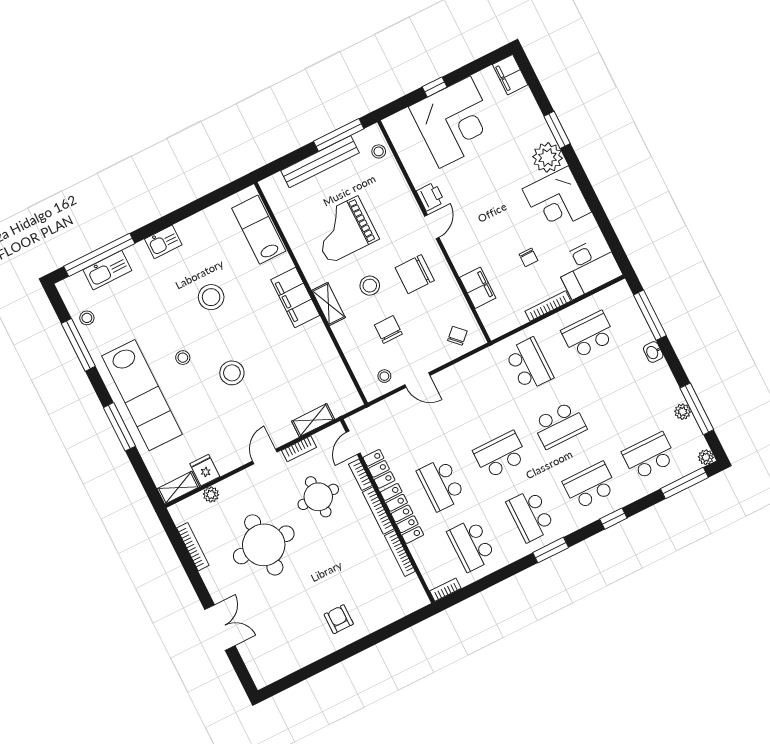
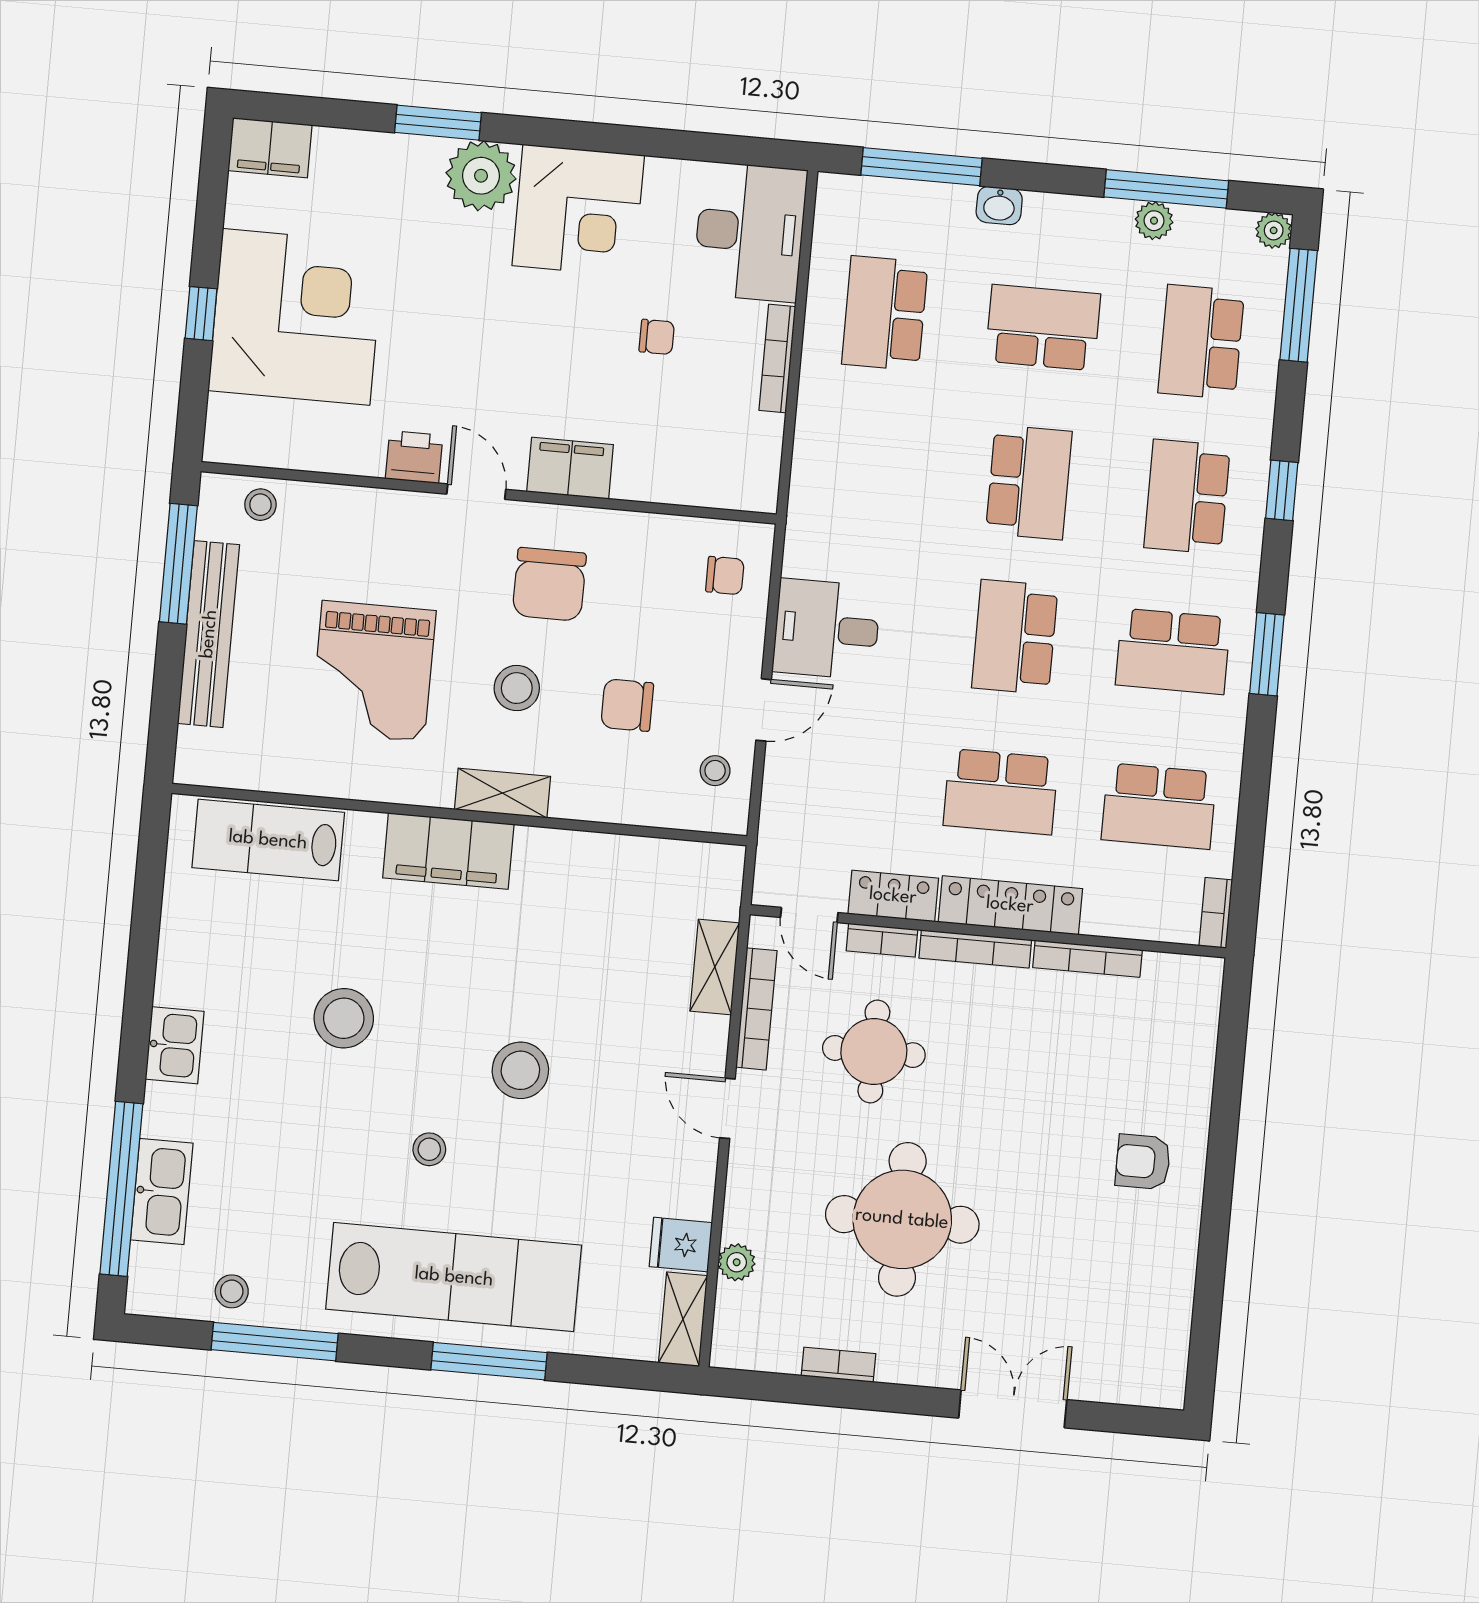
filing cabinet: (478, 288) -> (570, 468), moved
chair: (457, 336) -> (725, 576), turned 135
school desk: (529, 364) -> (1043, 328), moved
desk: (461, 385) -> (827, 629), added
bookcase: (299, 449) -> (756, 1009), width x1.56
bookcase: (193, 547) -> (839, 1365), width x0.64

